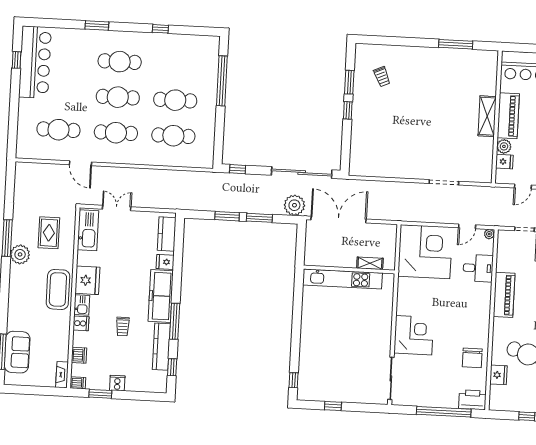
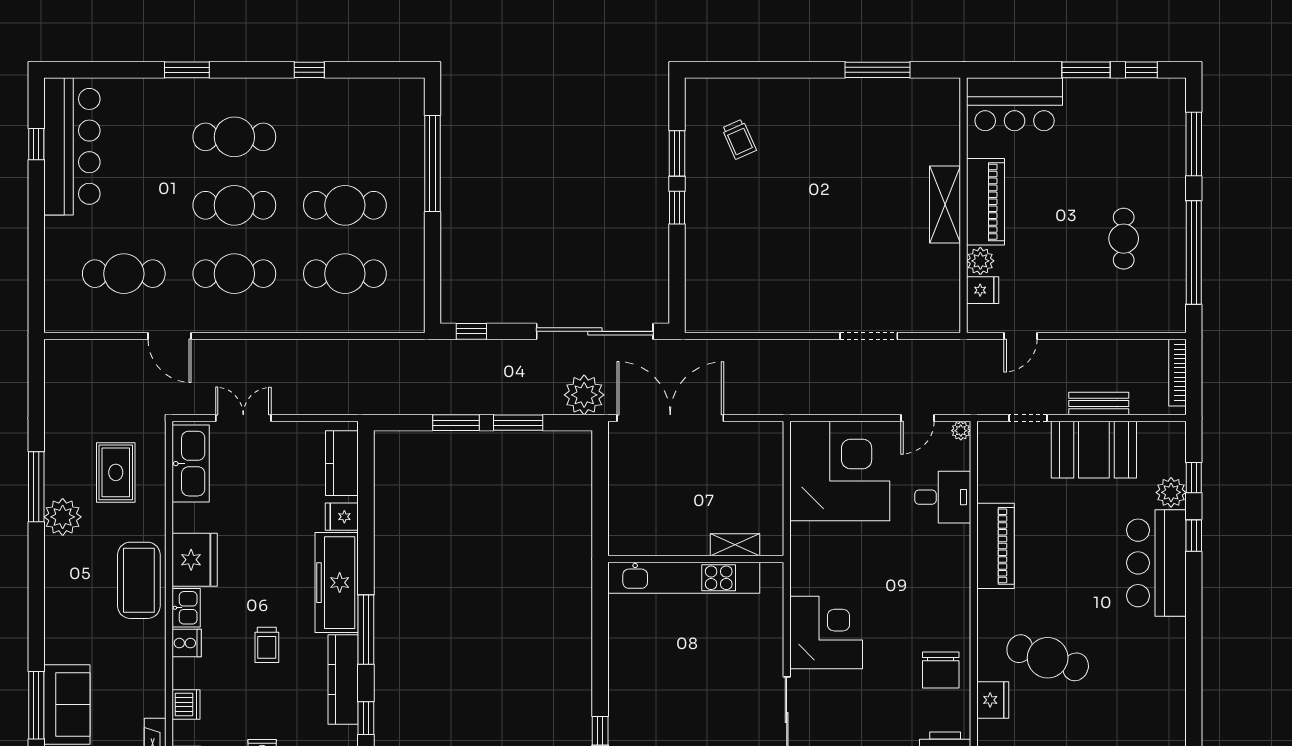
shelving: (370, 263) -> (735, 545), moved
wall: (349, 270) -> (696, 559), moved
kitchen unit: (342, 279) -> (684, 578), moved

